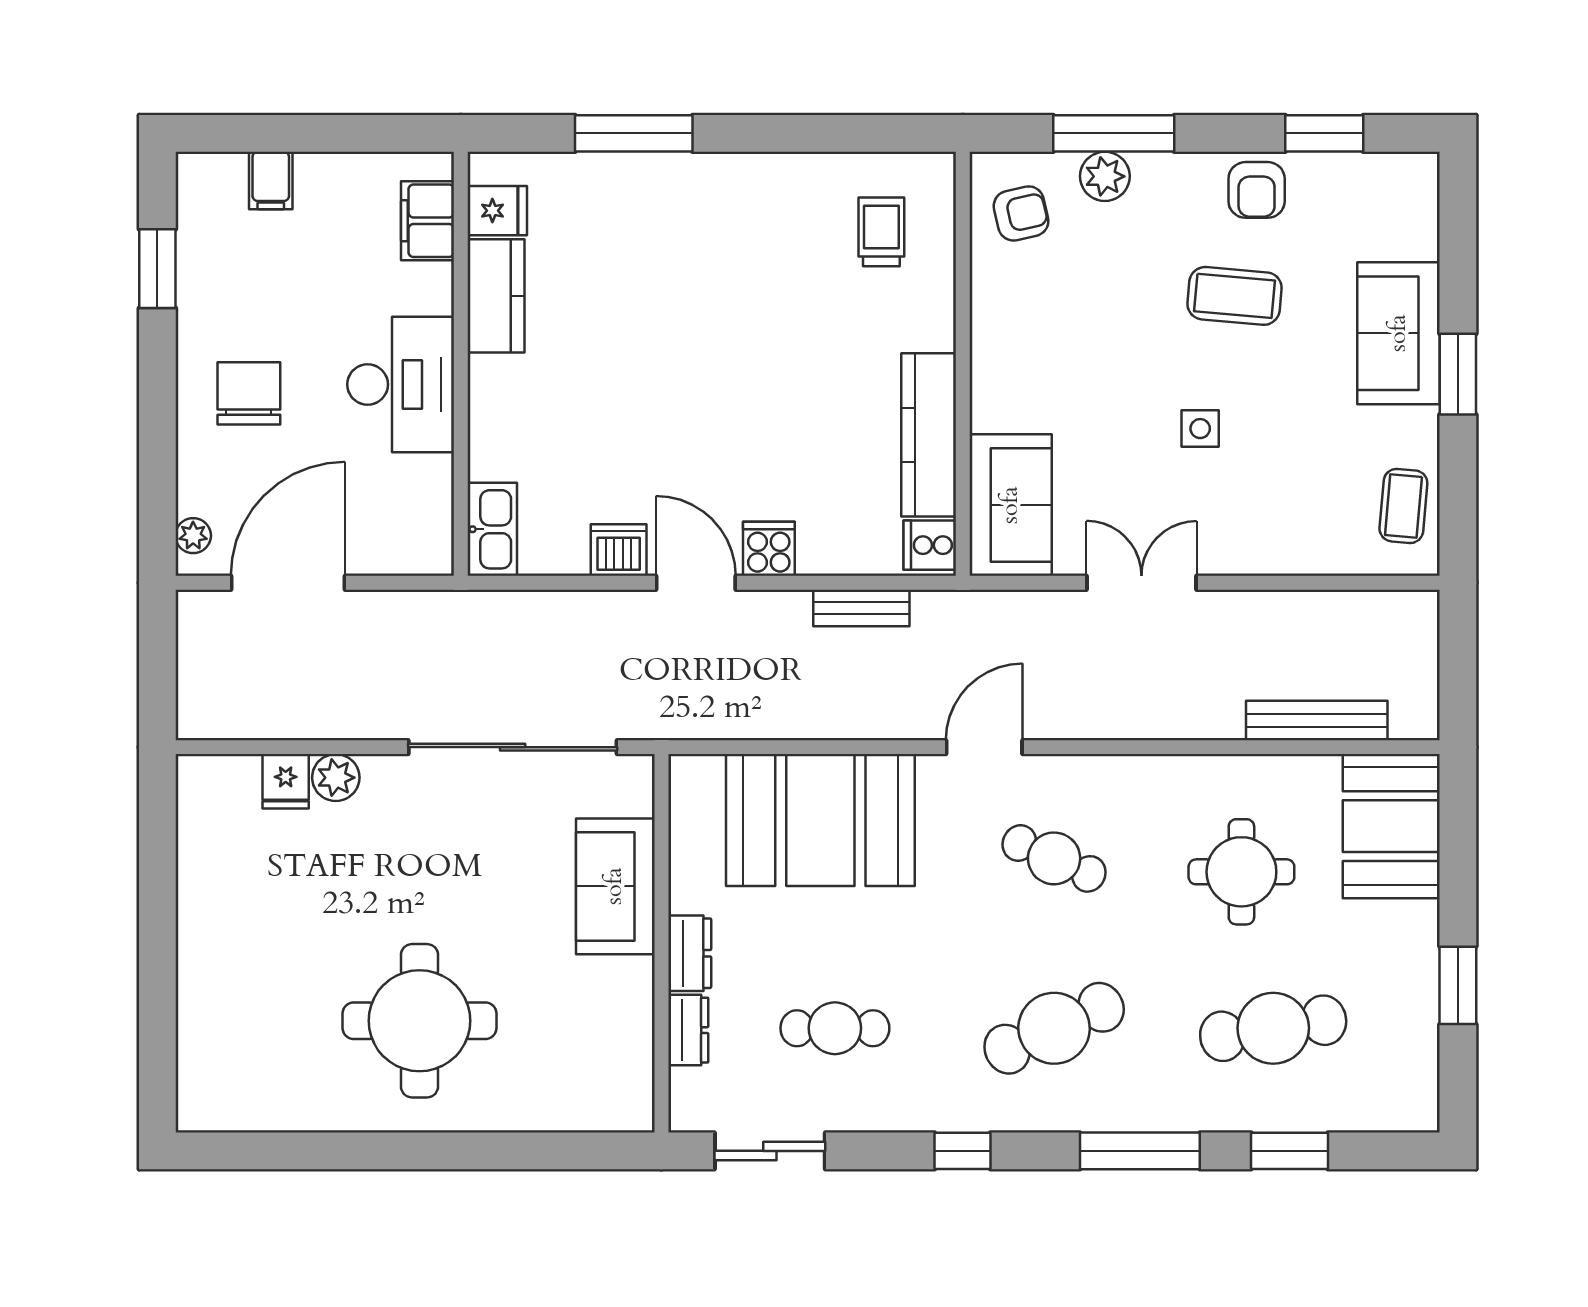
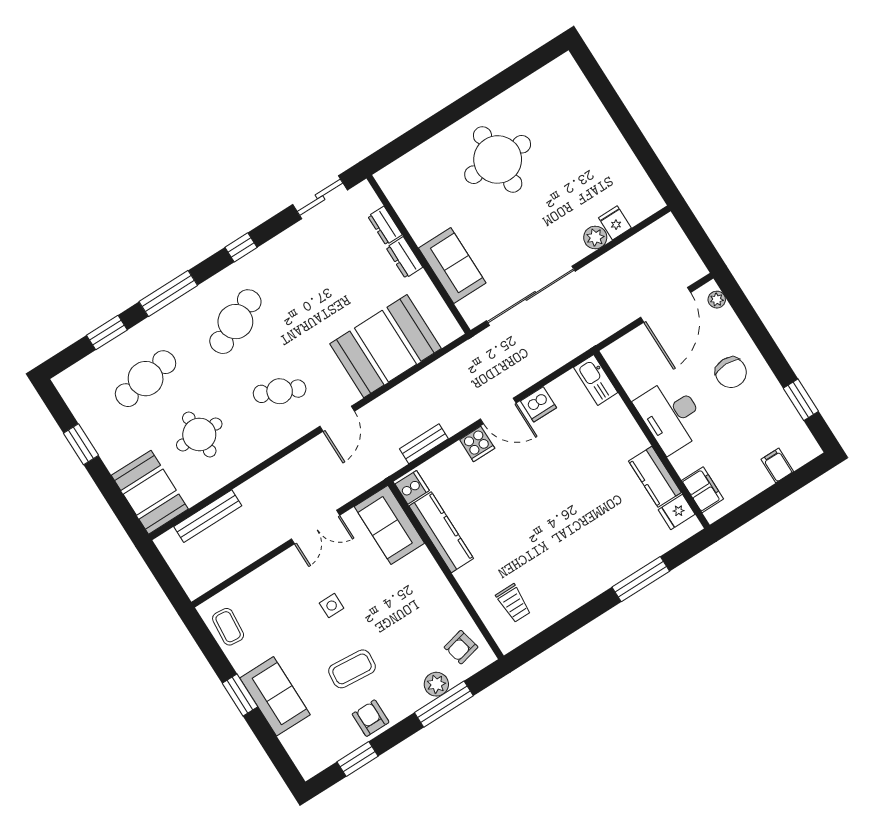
cafe table: (835, 1028) -> (325, 265), removed

